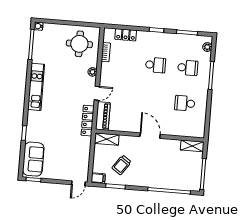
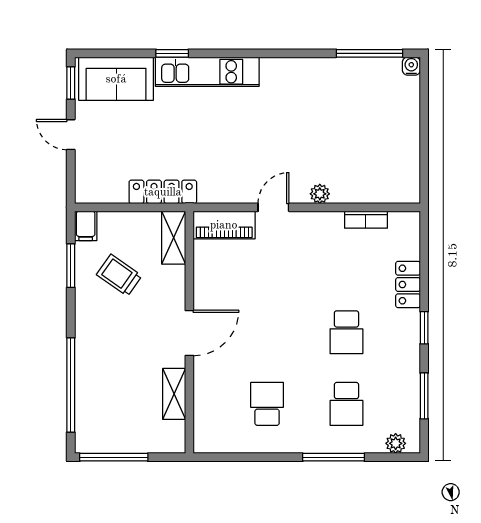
locker: (126, 35) -> (408, 285), moved
round table: (79, 44) -> (379, 160), removed
kitchen unit: (36, 87) -> (207, 72), moved
door: (97, 93) -> (273, 207), swing flipped
locker: (88, 121) -> (163, 192), moved
shelving: (192, 146) -> (174, 394), moved
door: (78, 183) -> (71, 135), moved

